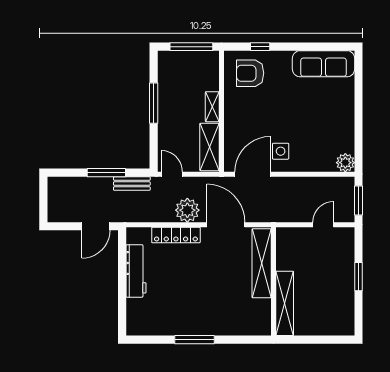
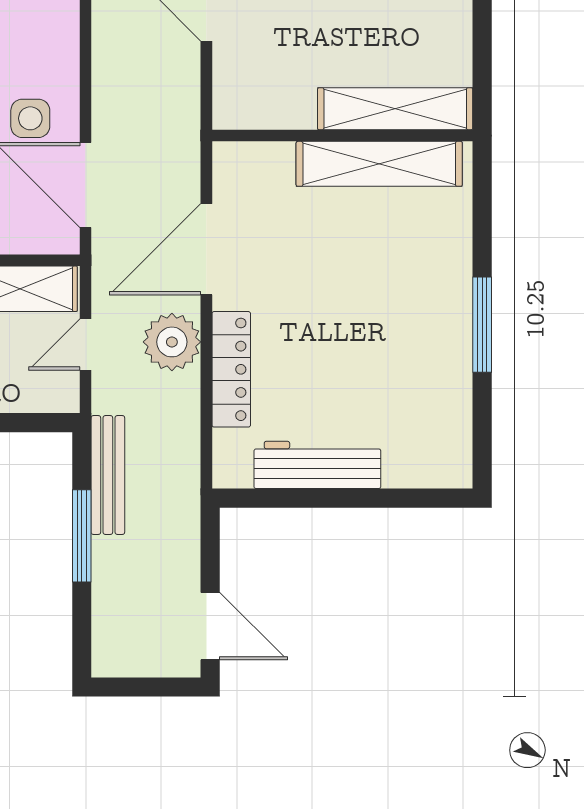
door: (172, 174) -> (86, 345), moved
bench: (132, 184) -> (108, 475), width x1.36
door: (96, 226) -> (210, 626), moved
shelving: (262, 263) -> (379, 164), moved

